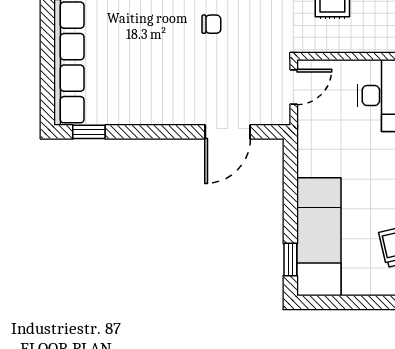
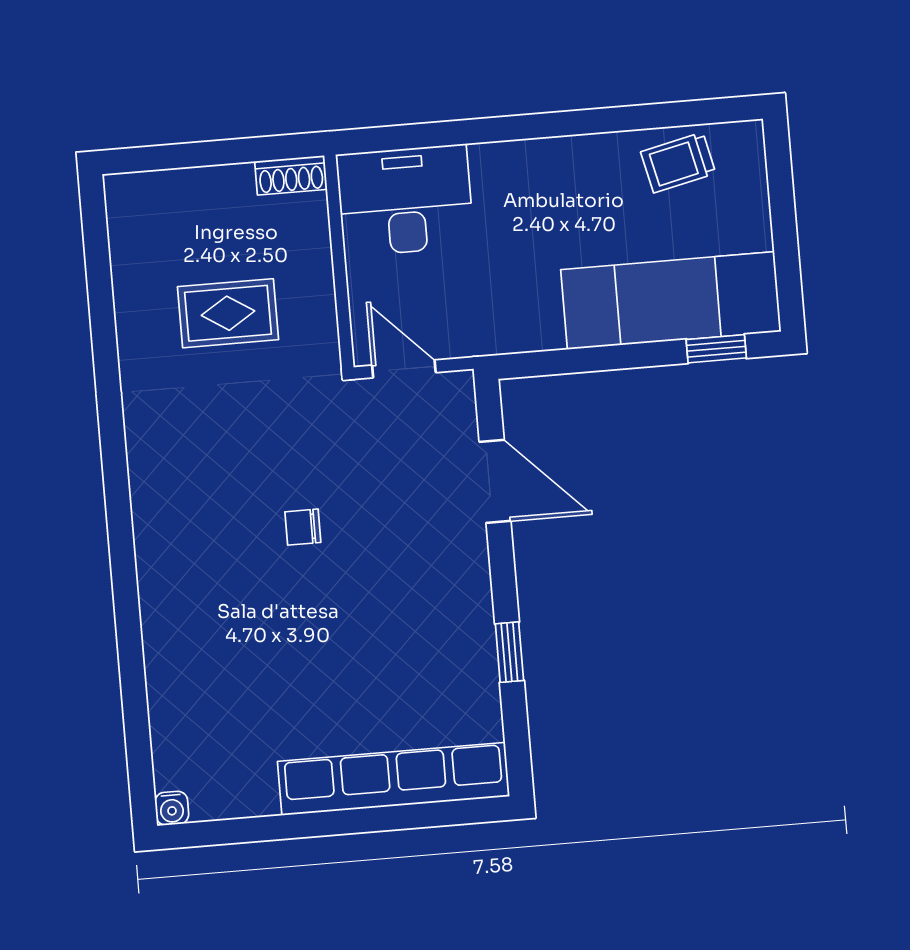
chair: (211, 24) -> (303, 527), turned -90
window: (89, 132) -> (509, 652), moved

